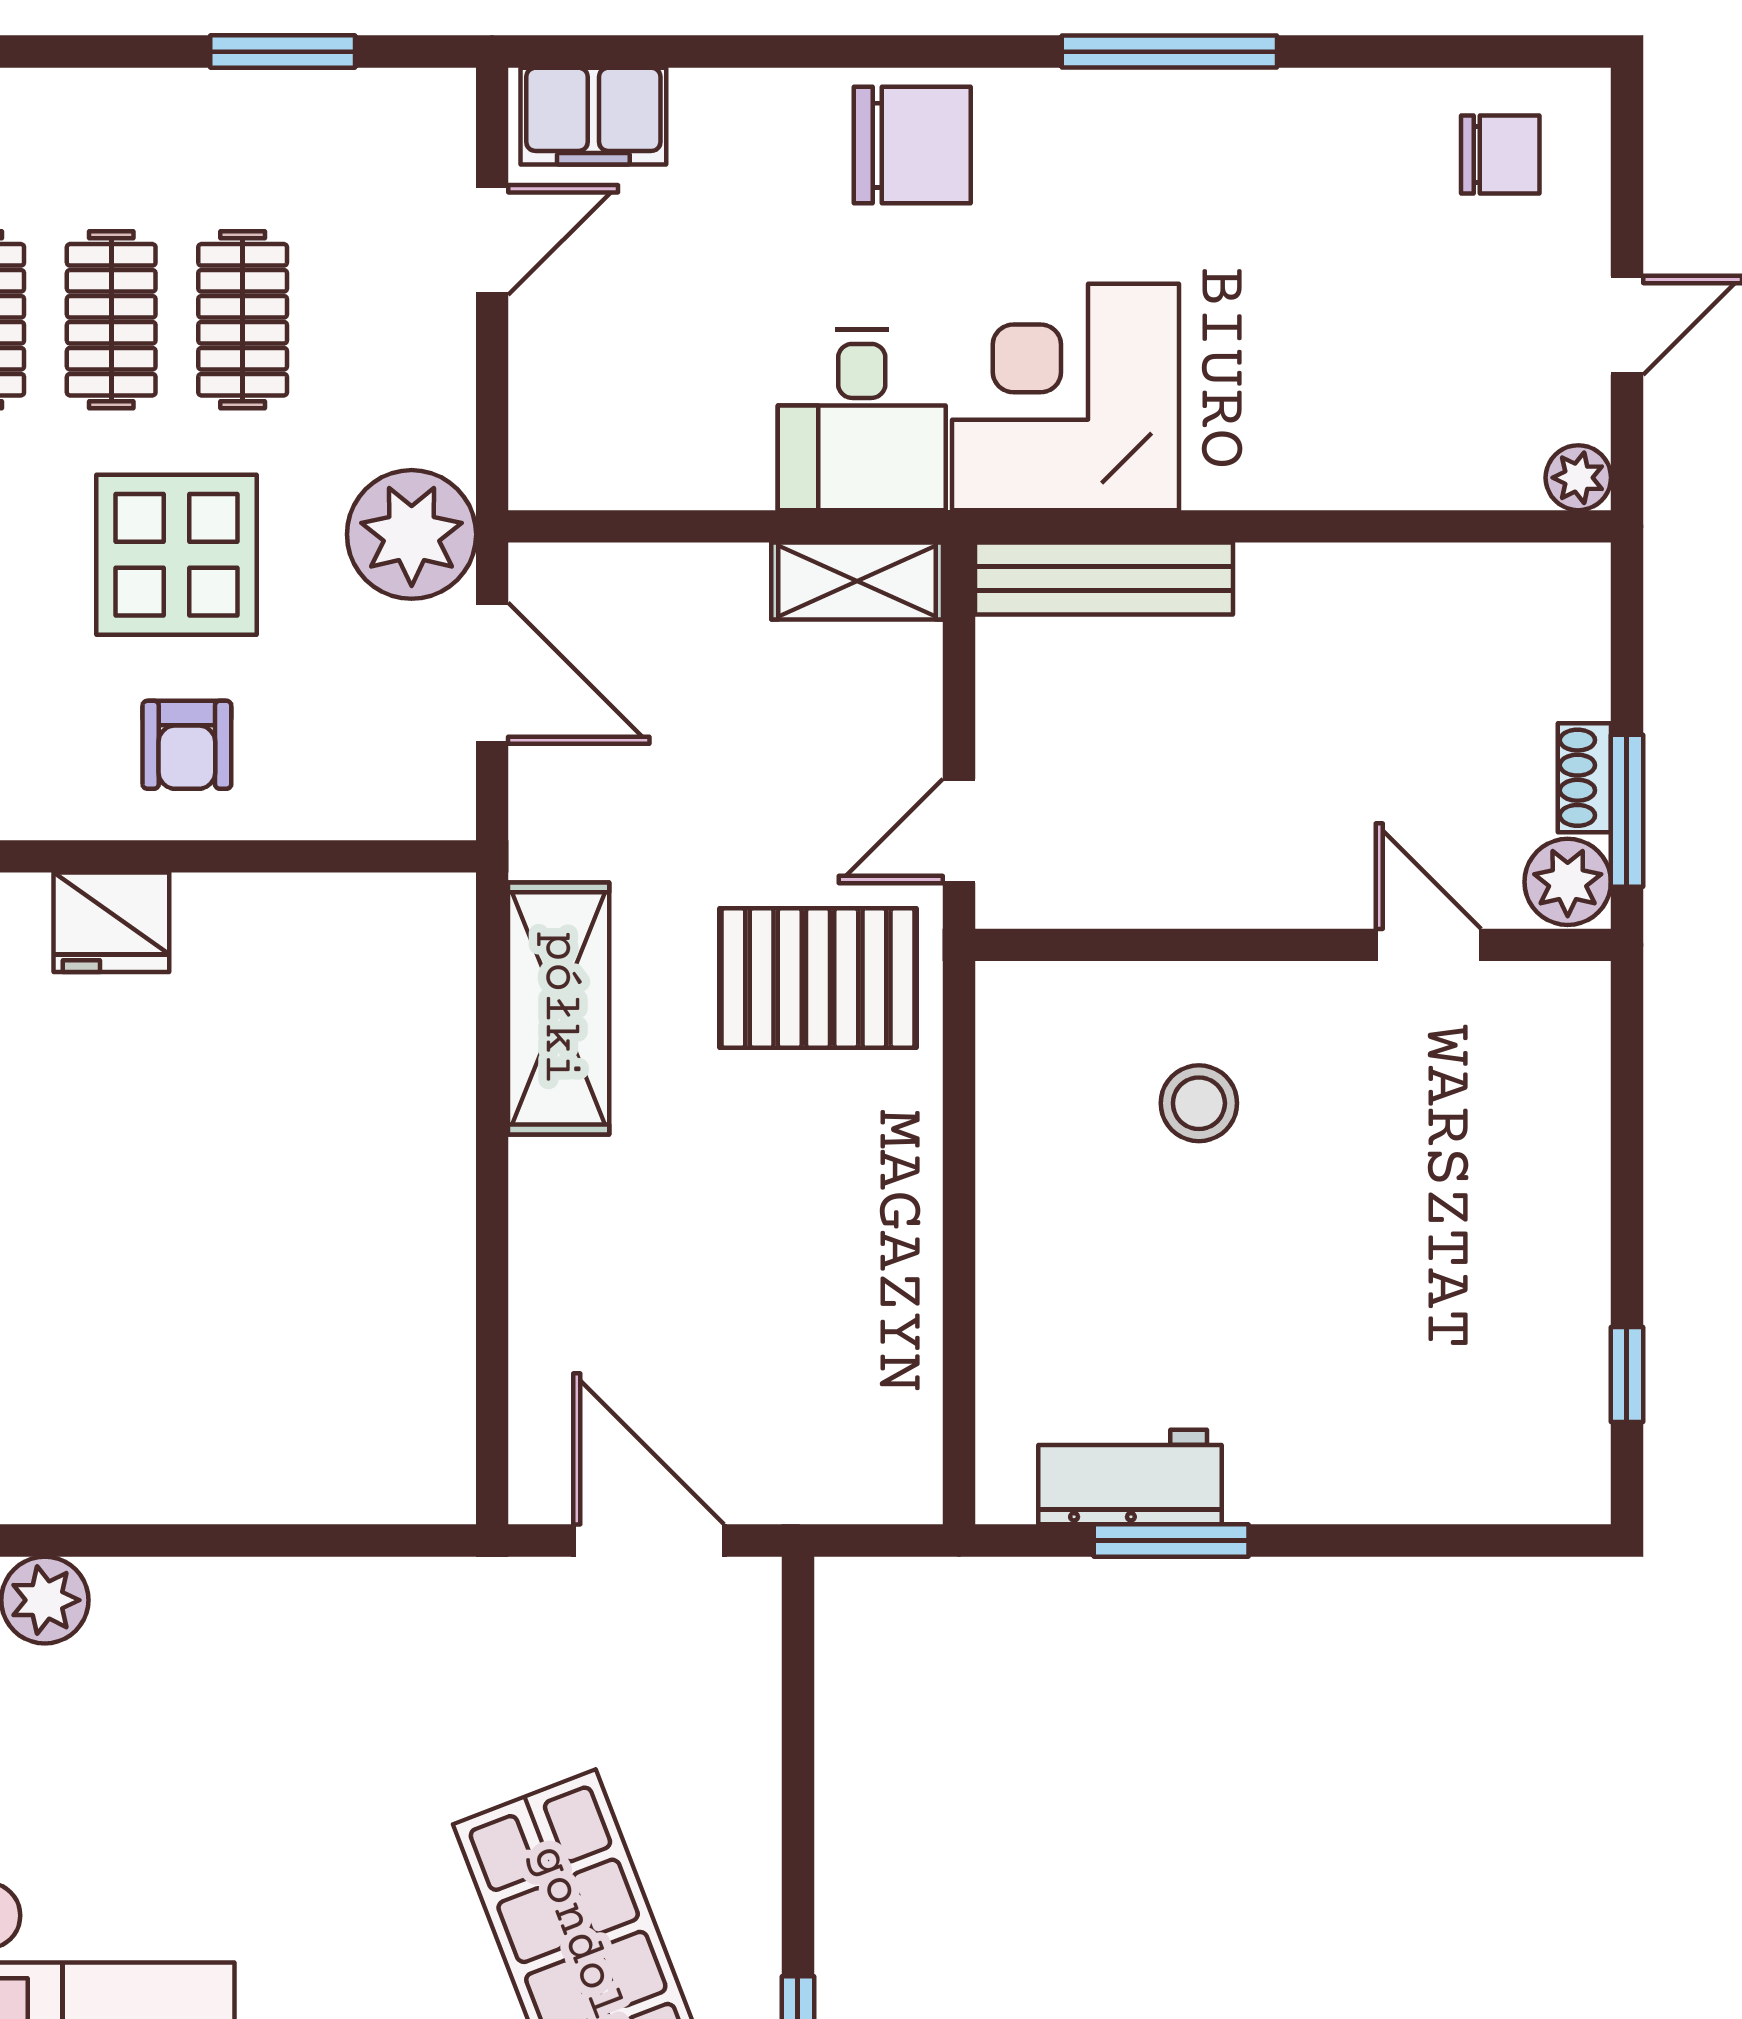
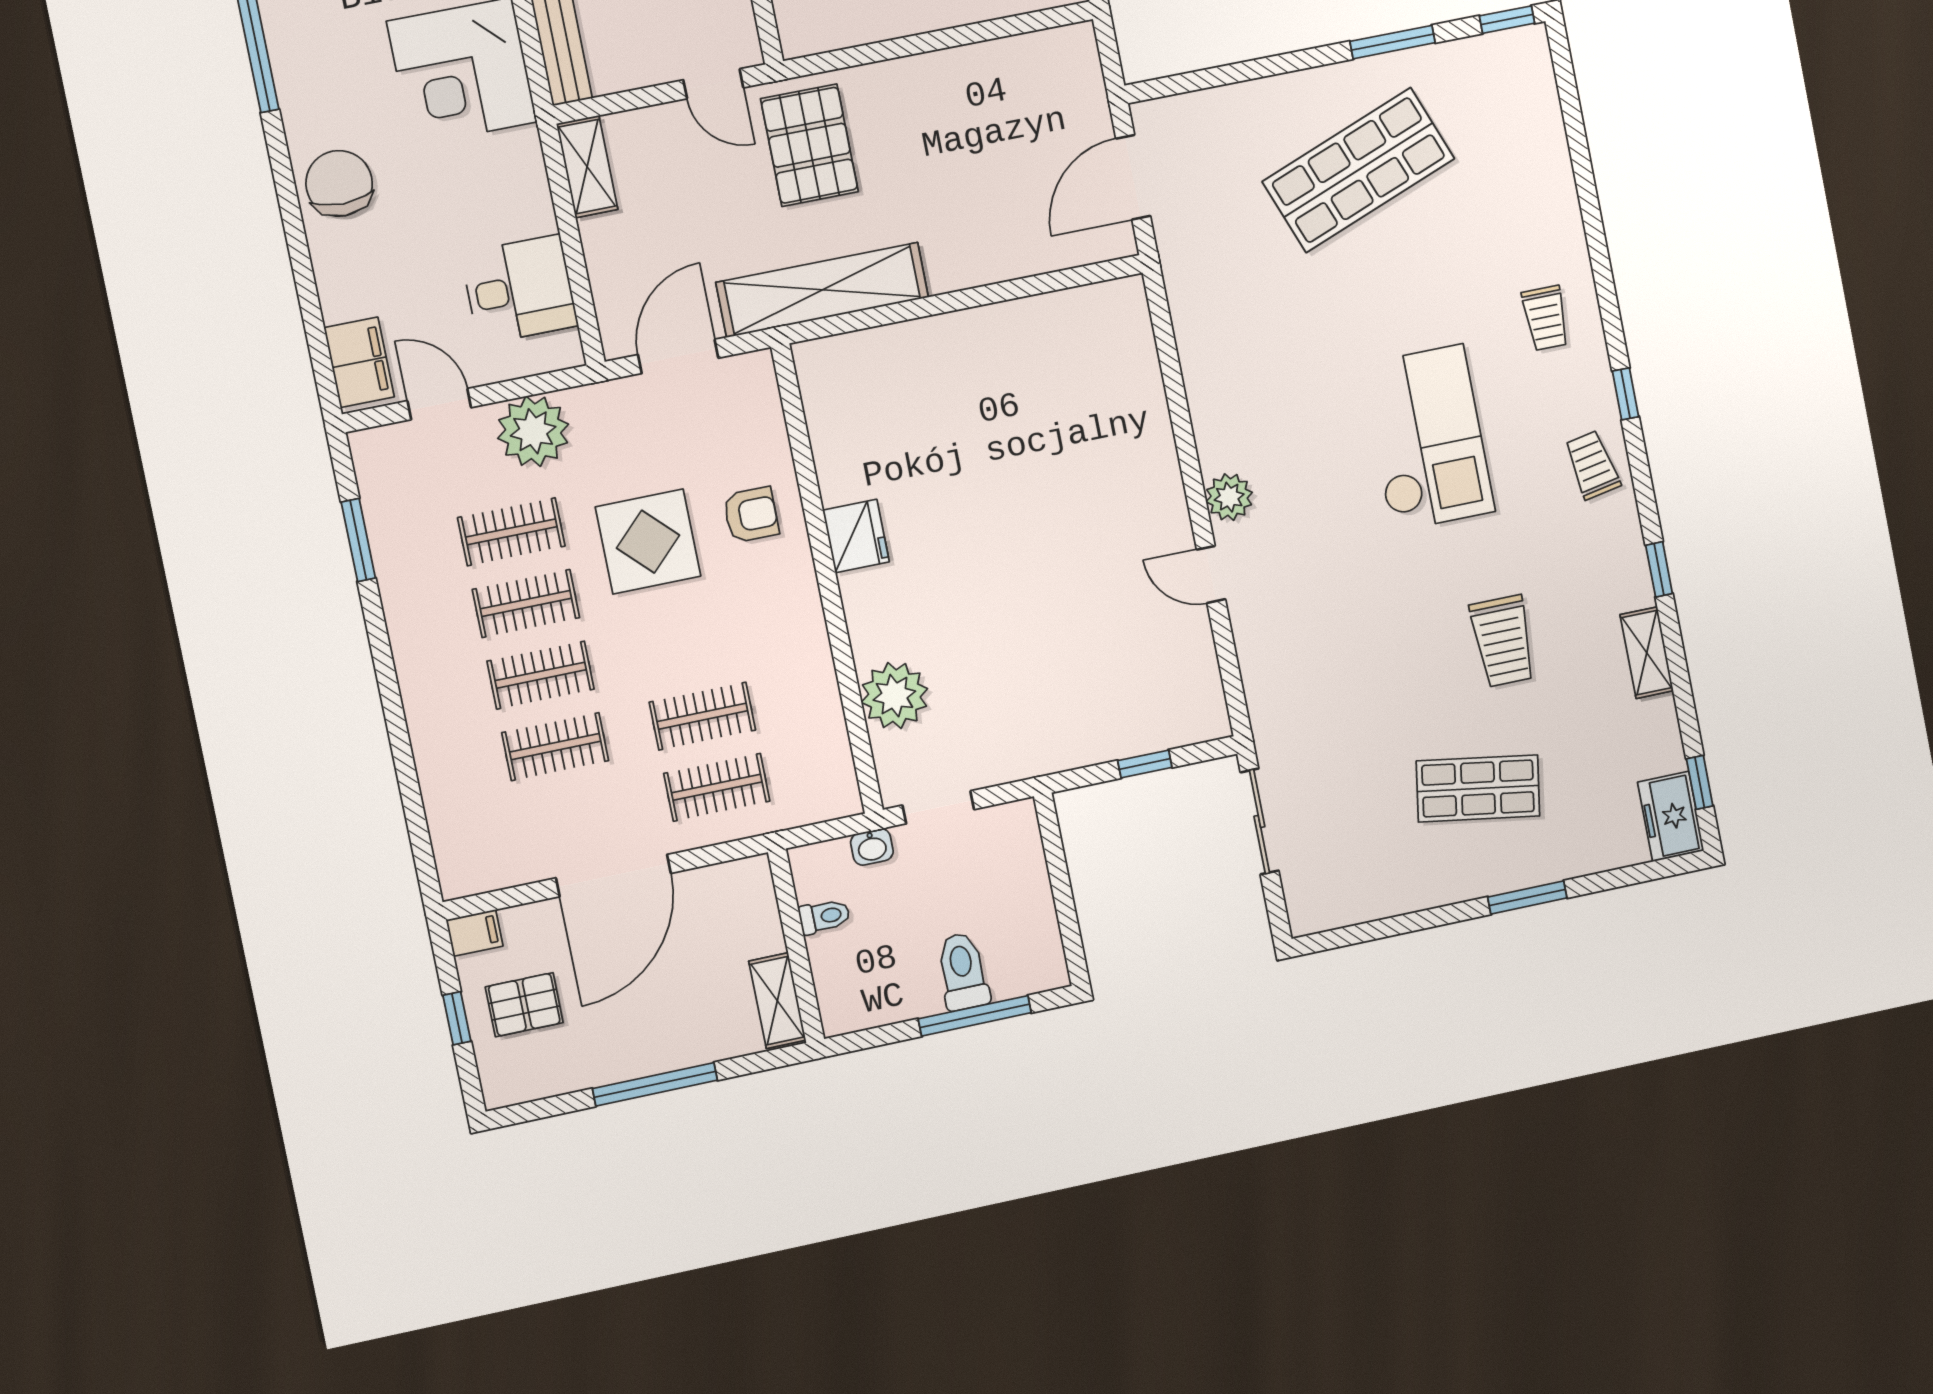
desk: (862, 420) -> (519, 289), moved
plant: (412, 534) -> (533, 431), moved
shelving: (559, 1008) -> (822, 290), width x1.47

